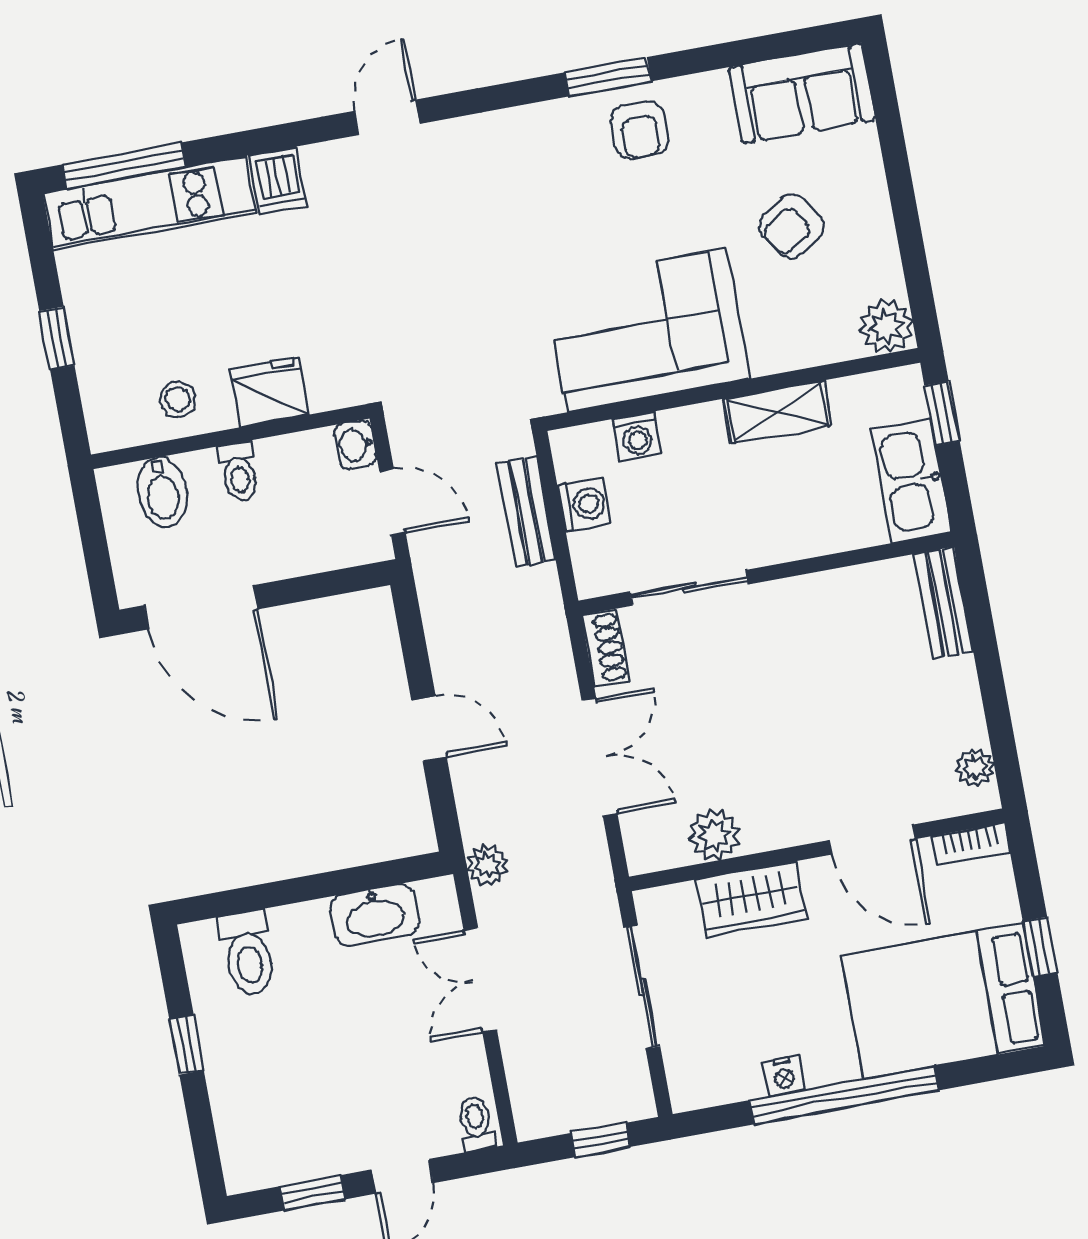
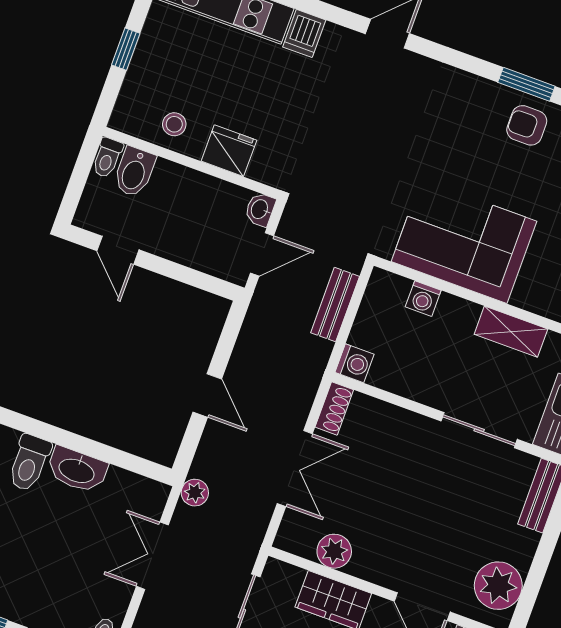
armchair: (640, 130) -> (527, 125), turned 90
toilet: (239, 472) -> (107, 158), moved
door: (392, 502) -> (262, 254), hinge flipped
washing machine: (584, 504) -> (354, 363), moved
sliding door: (689, 588) -> (479, 430), moved
door: (201, 607) -> (118, 250), width x0.53
plant: (975, 767) -> (498, 586), width x1.87, depth x1.87
washbasin: (375, 915) -> (77, 470), moved

